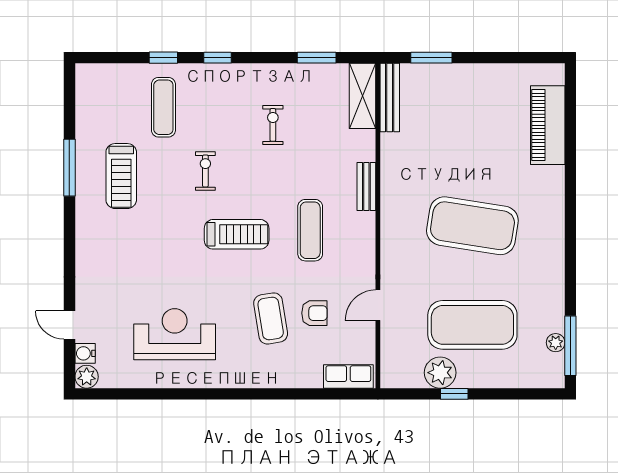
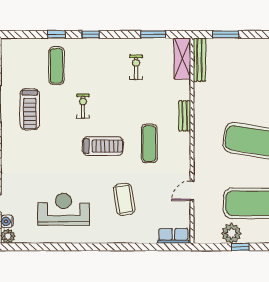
exercise bike: (273, 125) -> (136, 67), moved
armchair: (314, 313) -> (152, 196), removed

